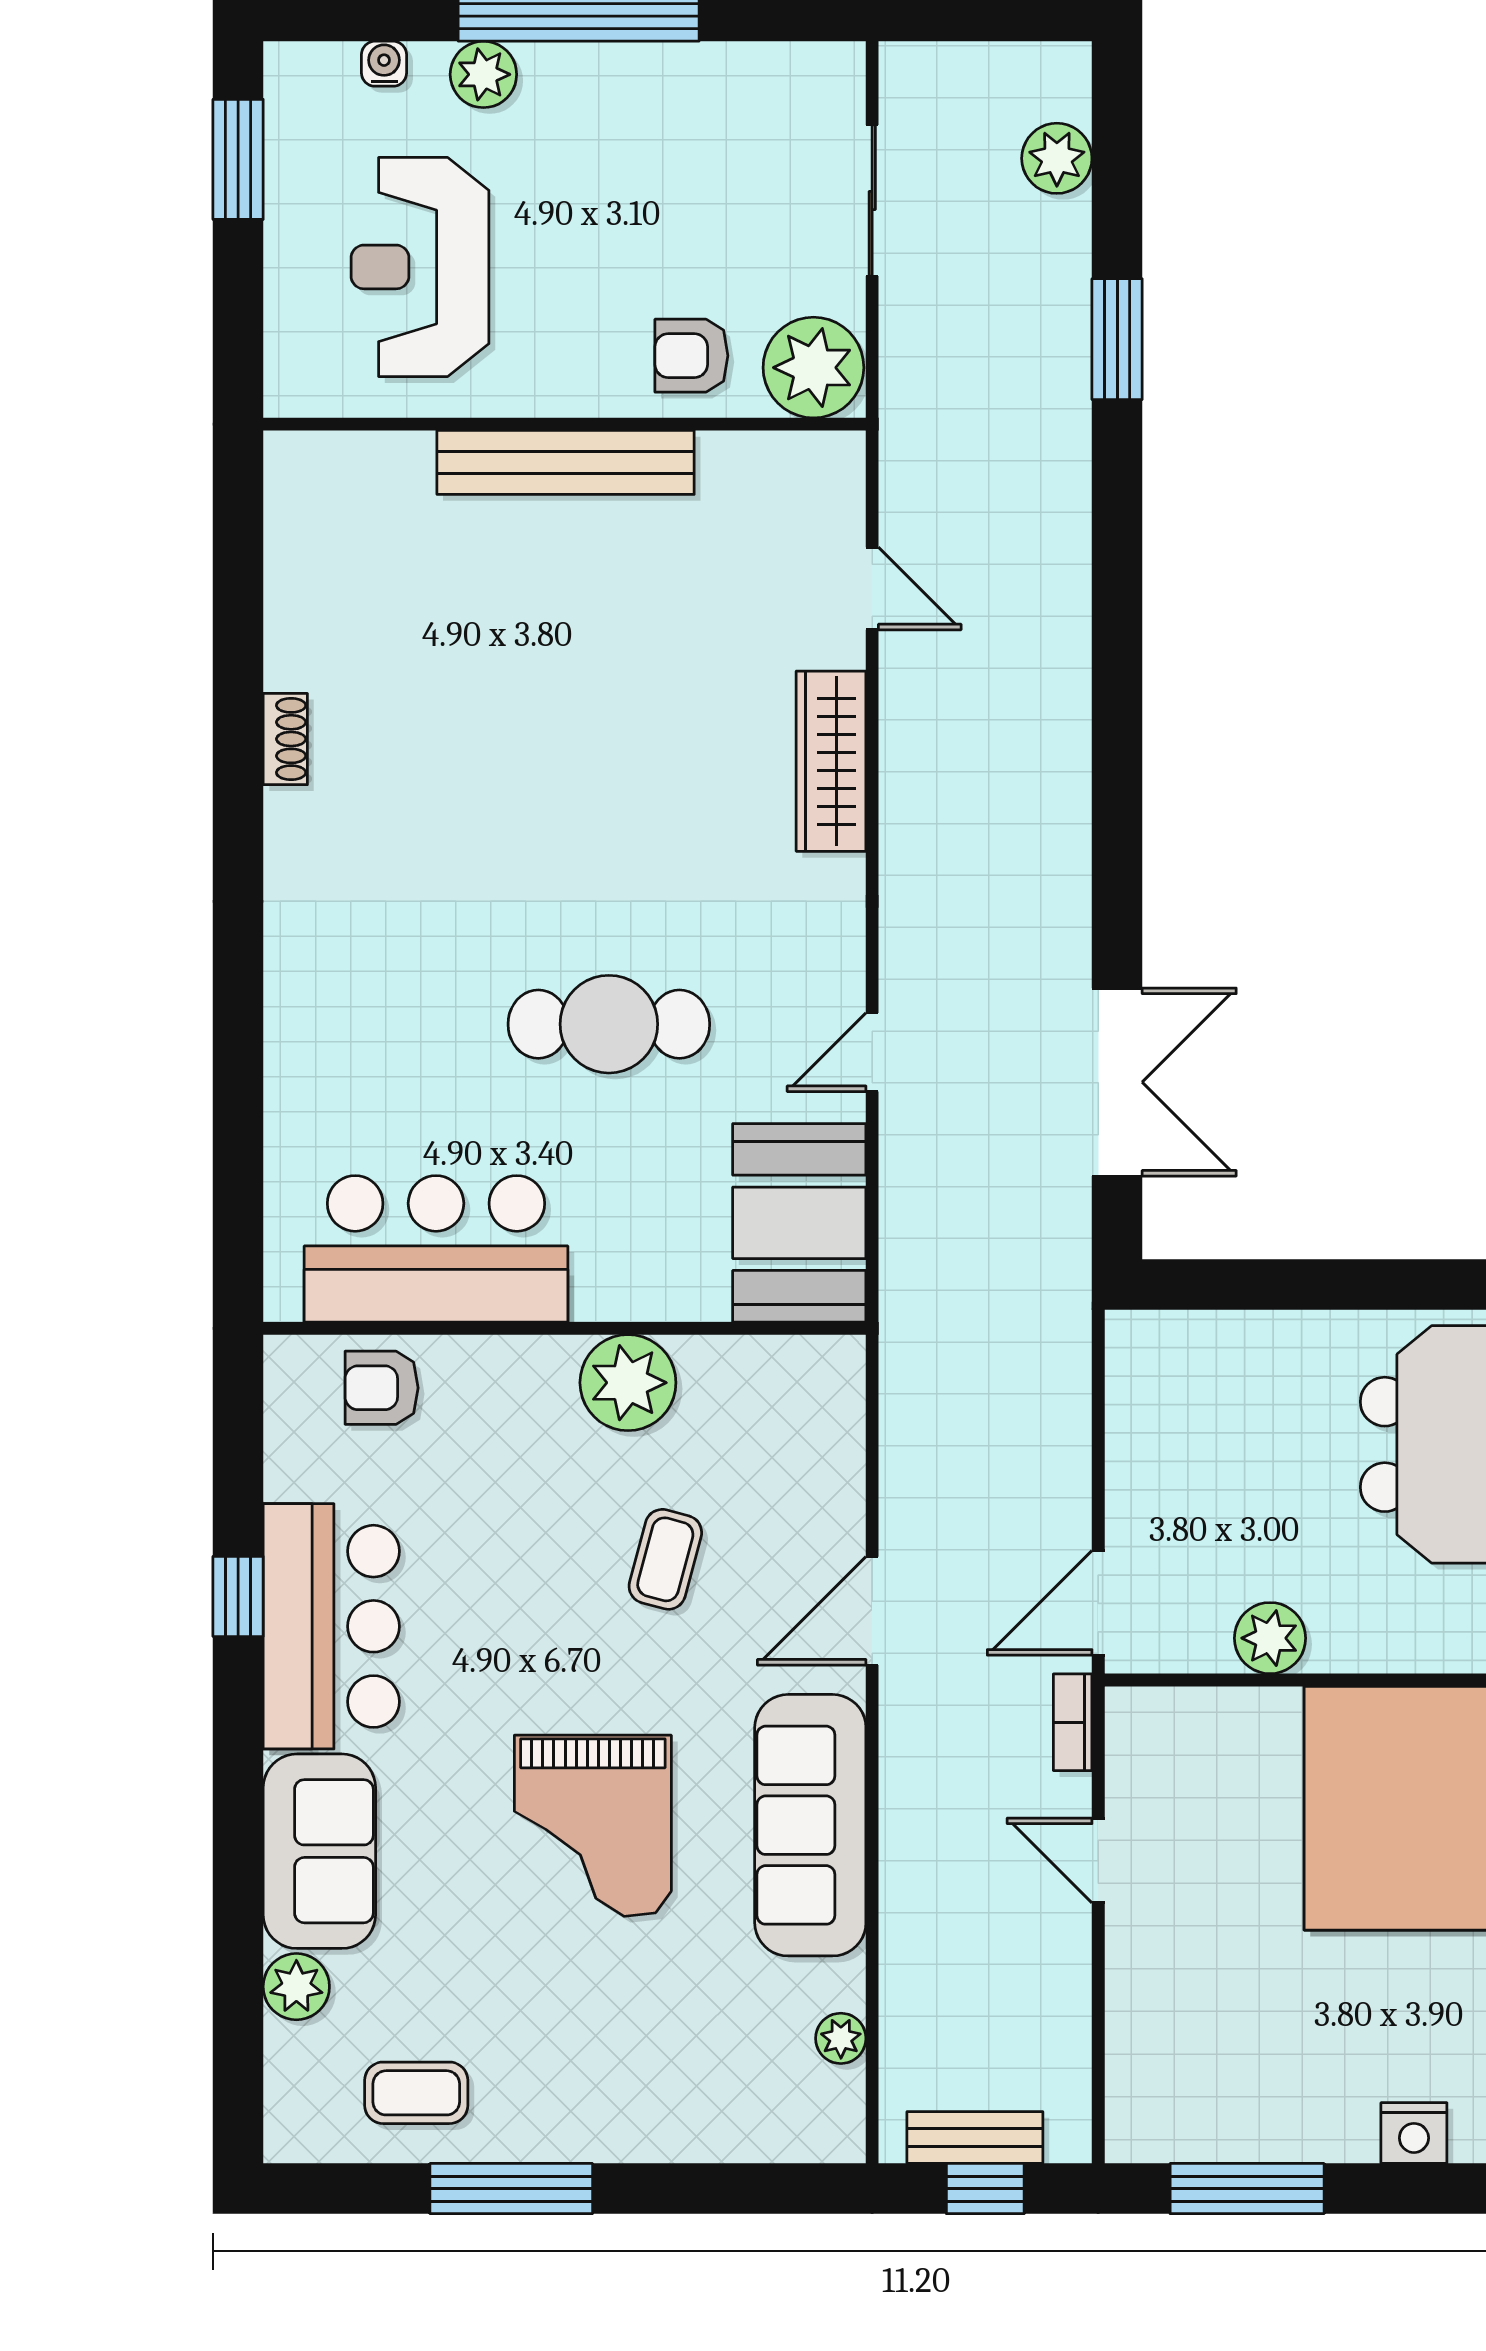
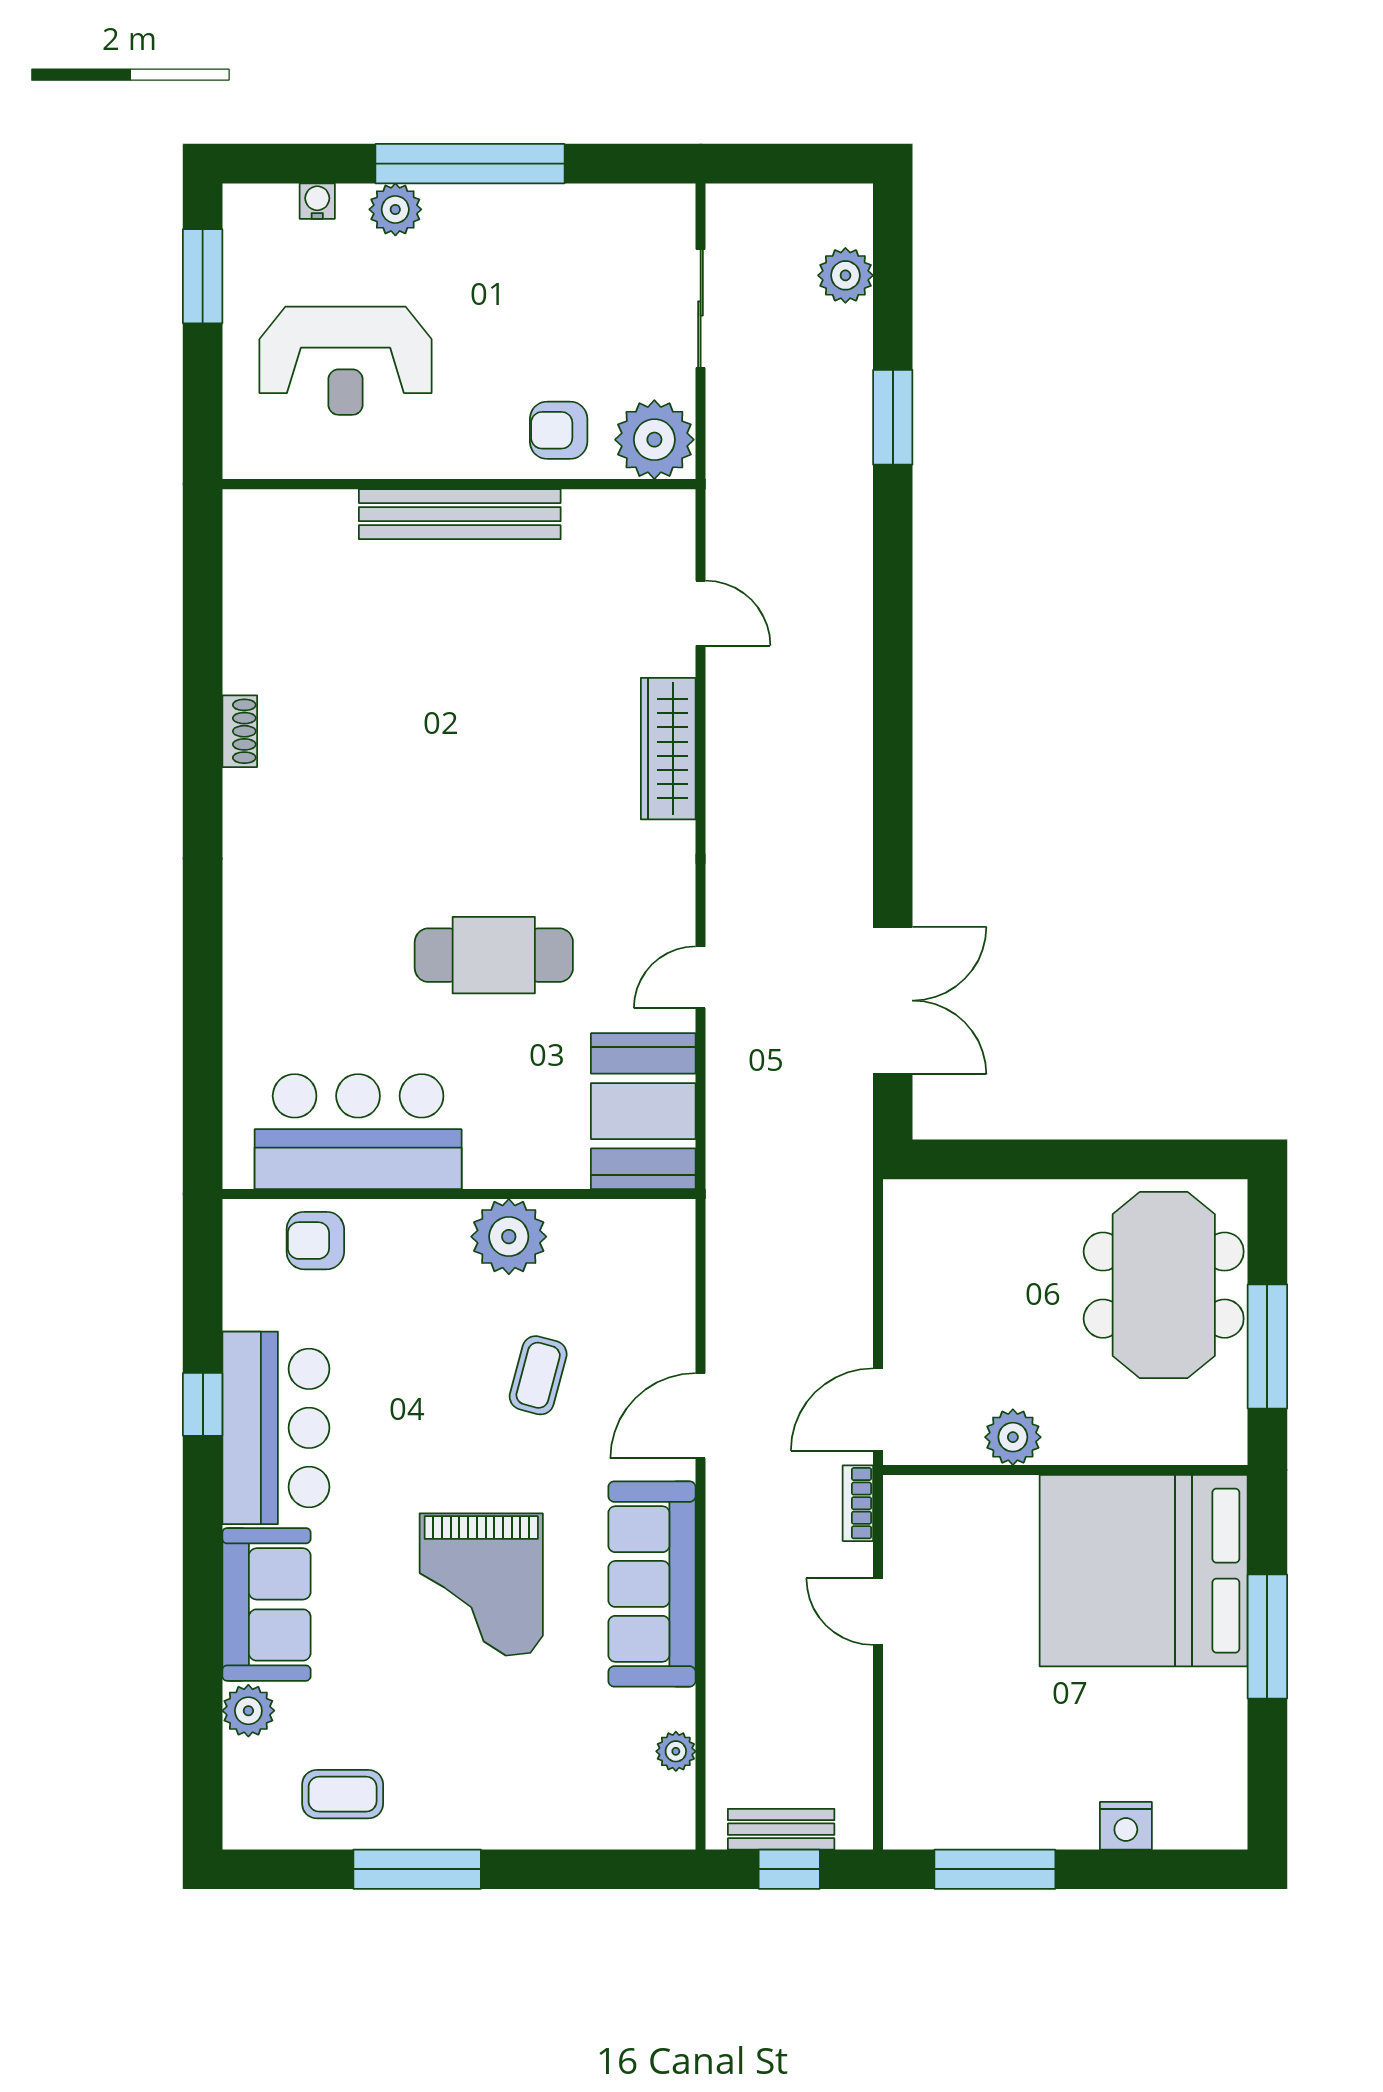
reception desk: (420, 267) -> (345, 361), turned -90

